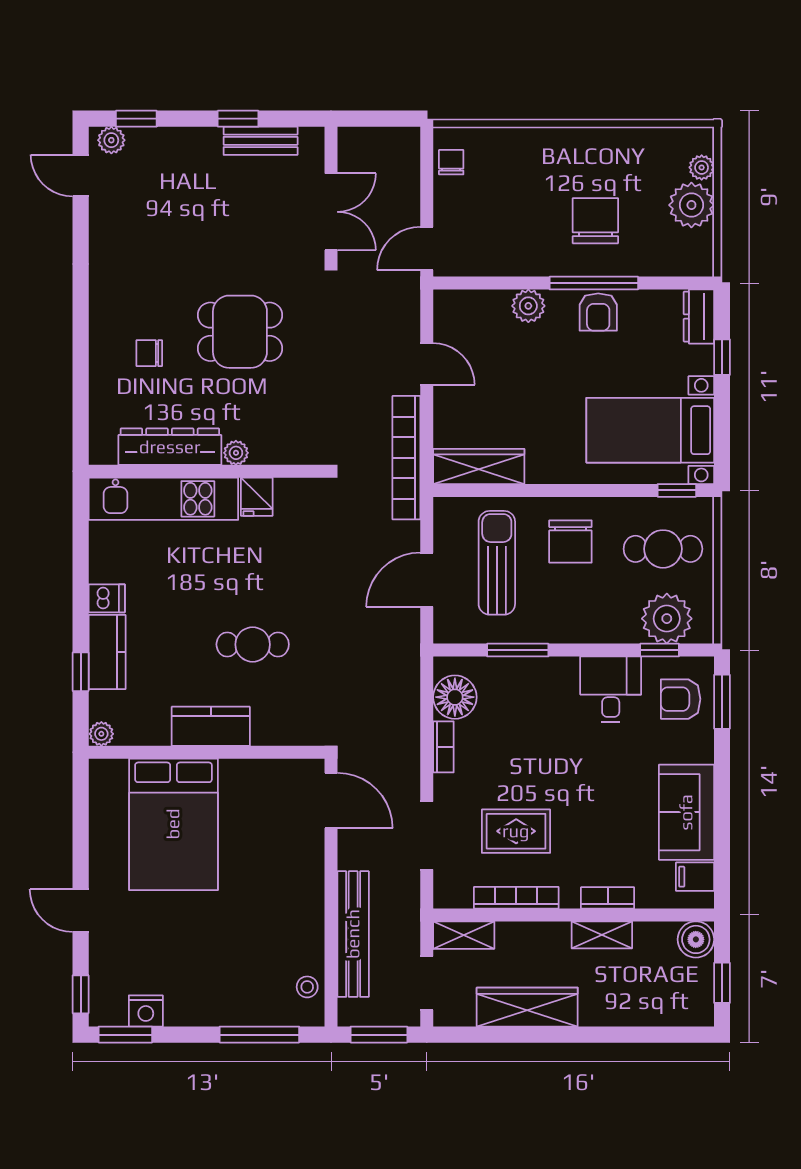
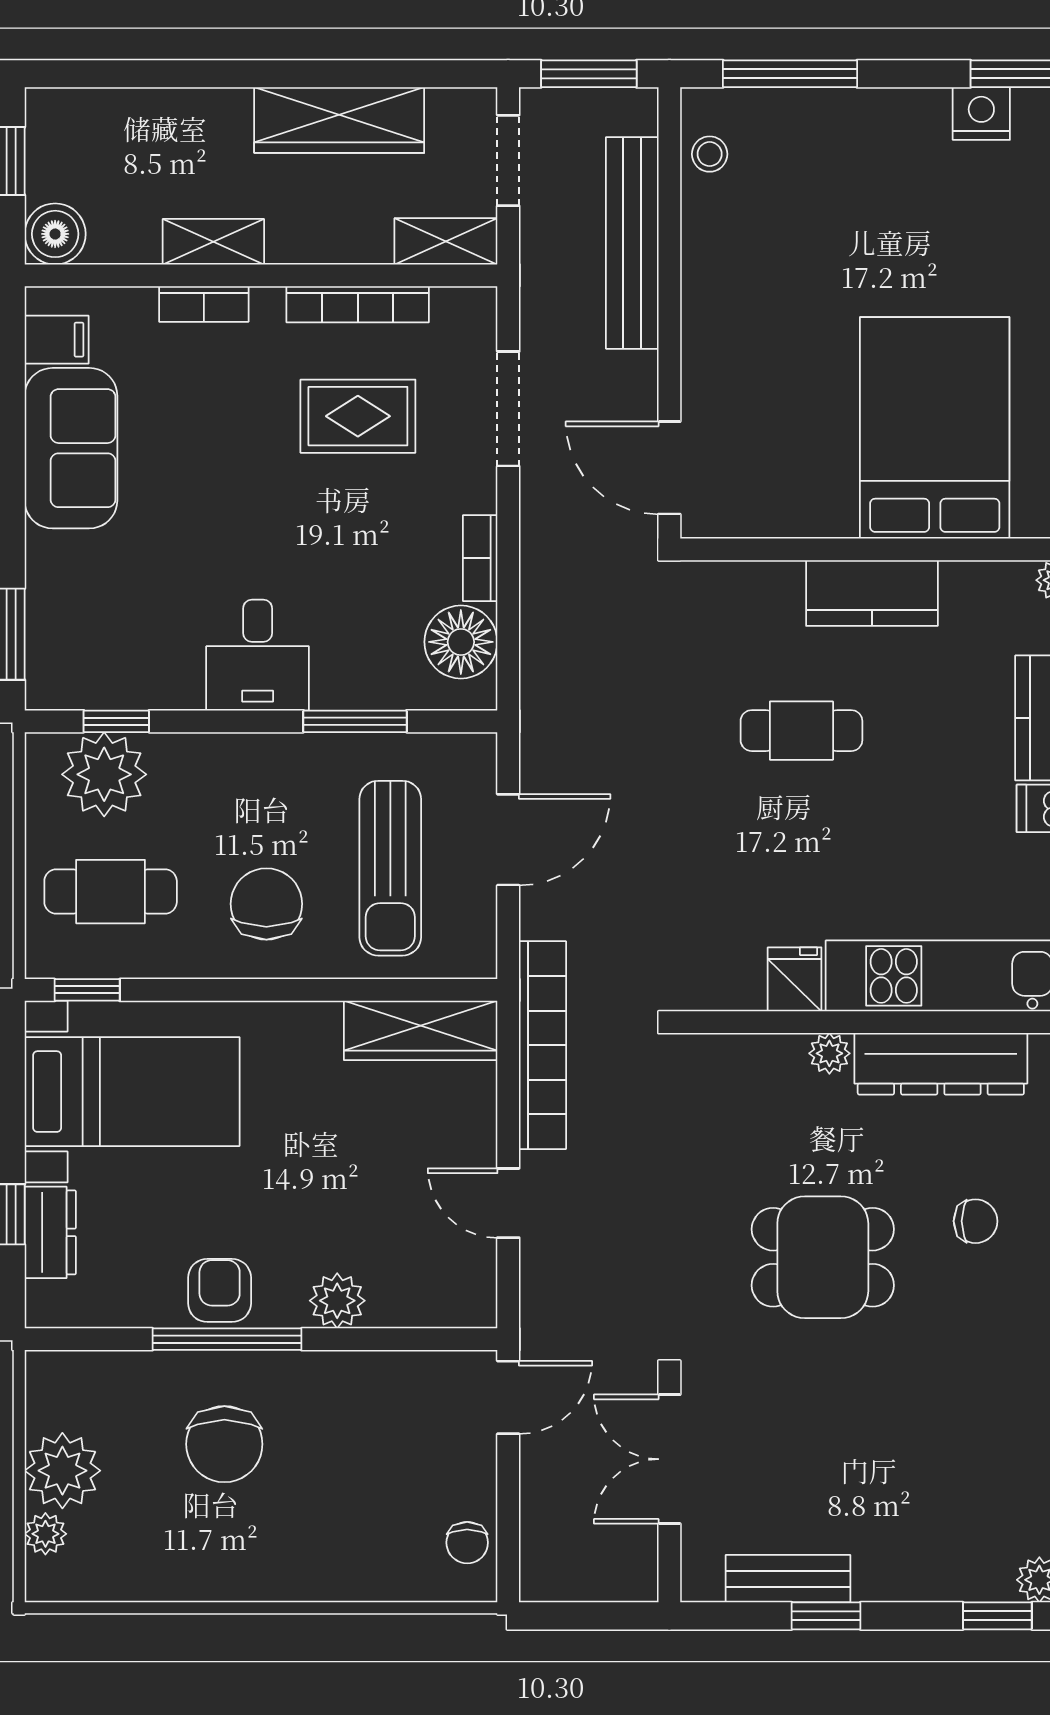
dresser: (699, 317) -> (50, 1232), moved
desk: (611, 689) -> (258, 655), moved
armchair: (681, 699) -> (81, 639), removed

